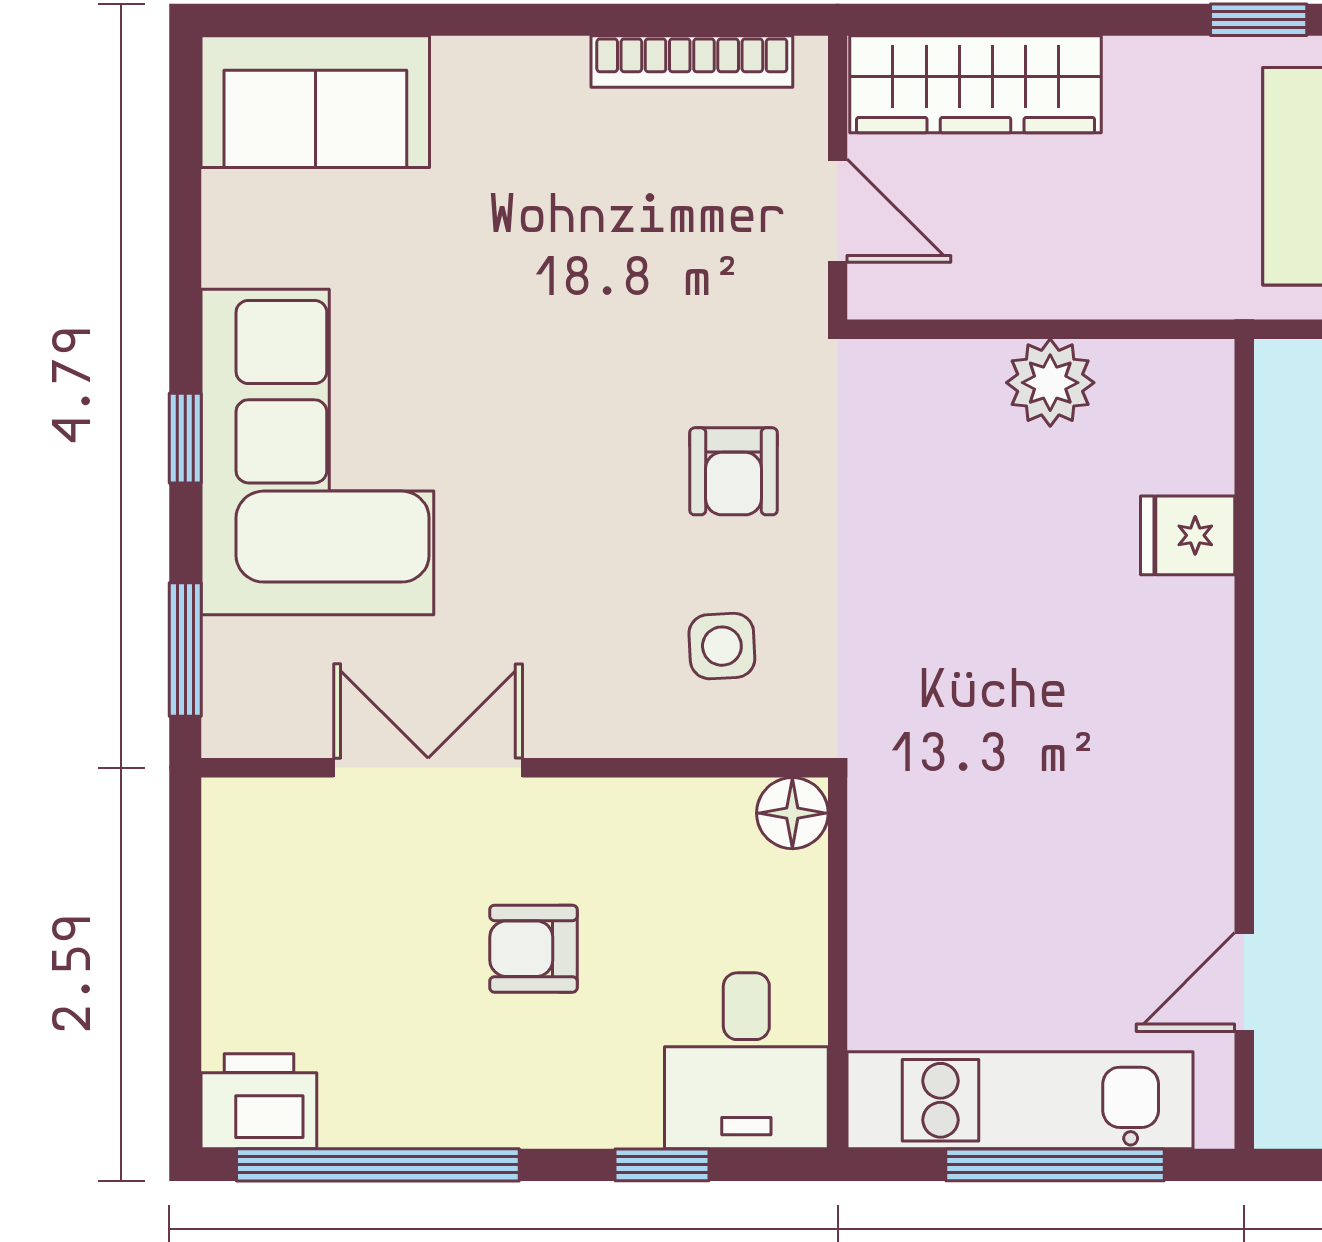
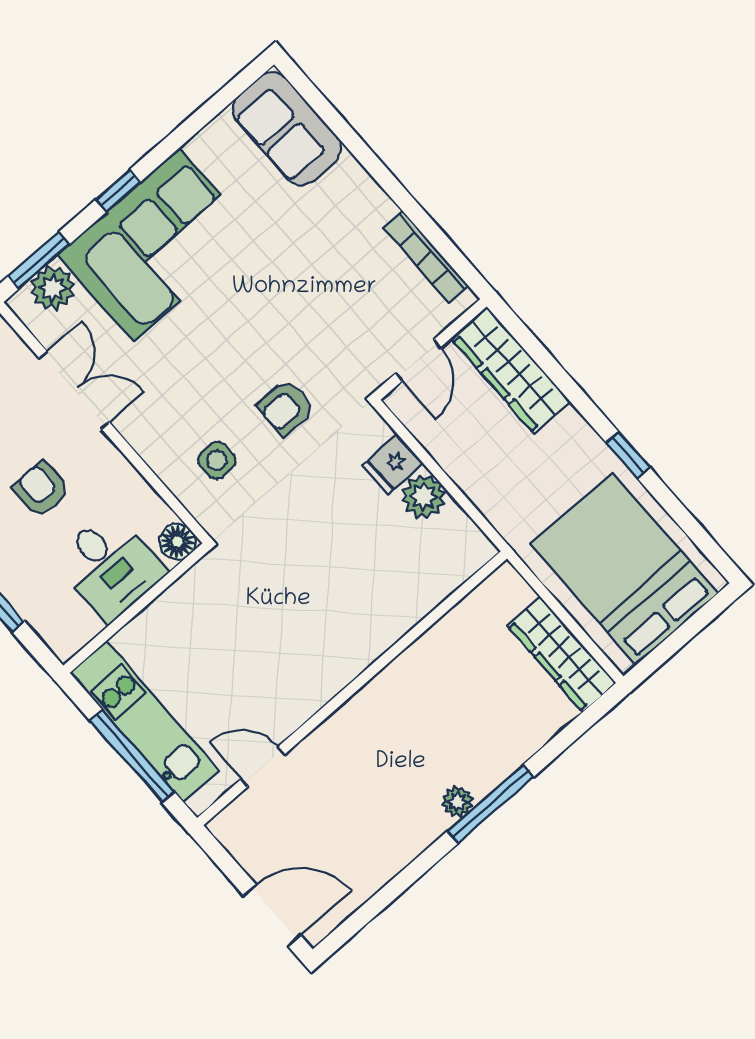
fridge: (1188, 535) -> (393, 464), moved, turned -90
plant: (246, 666) -> (53, 288), added
desk: (746, 1061) -> (110, 566), moved, turned -90

